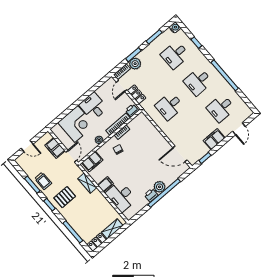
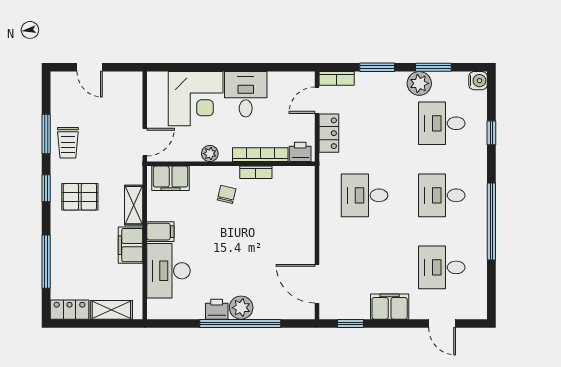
plant: (135, 64) -> (419, 83), moved
door: (239, 129) -> (442, 323), hinge flipped
filing cabinet: (55, 148) -> (131, 245), moved

